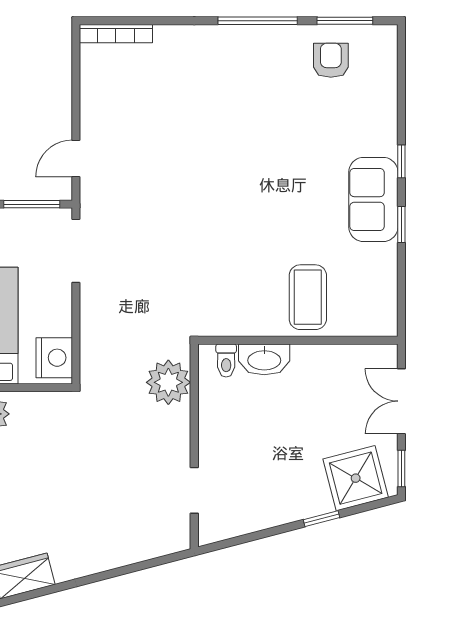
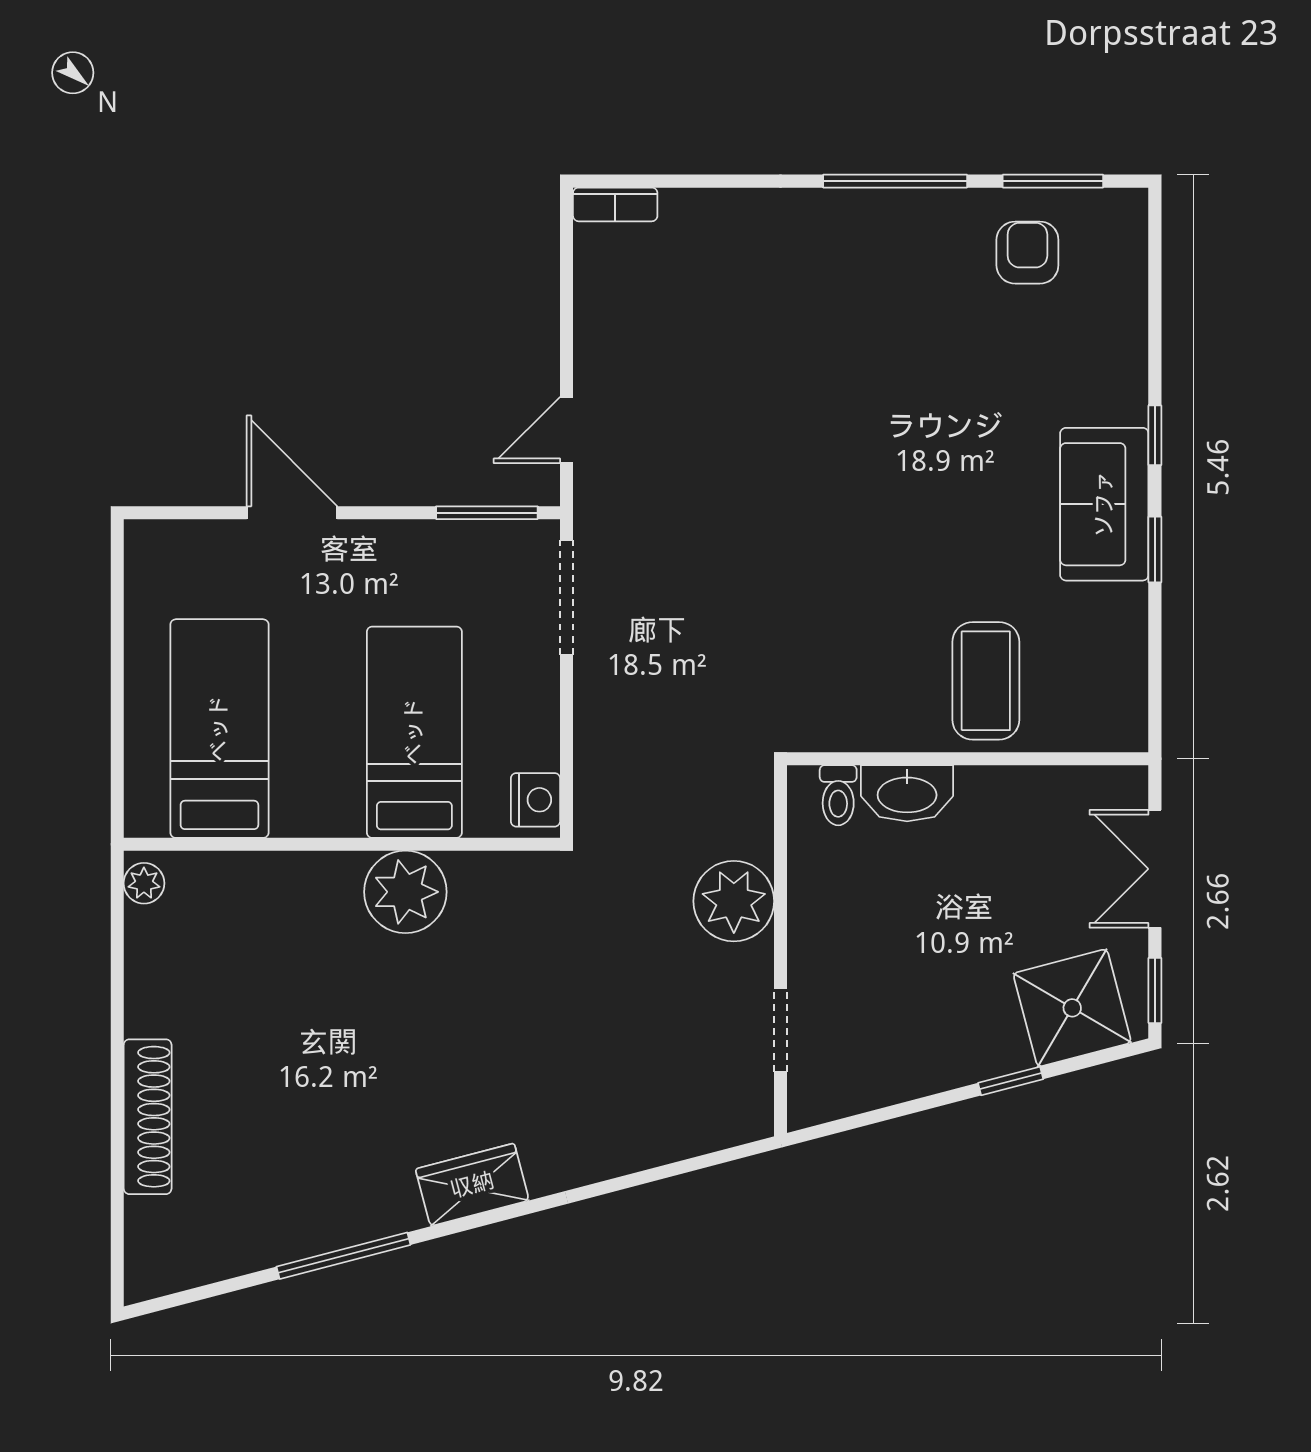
bookcase: (116, 34) -> (615, 204), width x0.64
nightstand: (54, 358) -> (535, 800), width x0.74, depth x0.75
plant: (168, 382) -> (734, 901), moved

